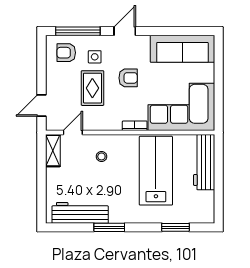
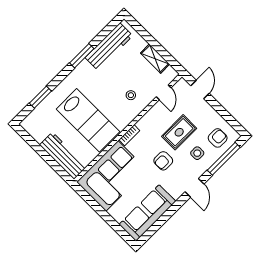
rug: (92, 88) -> (179, 132), turned 90
shelving: (53, 151) -> (155, 59), moved

